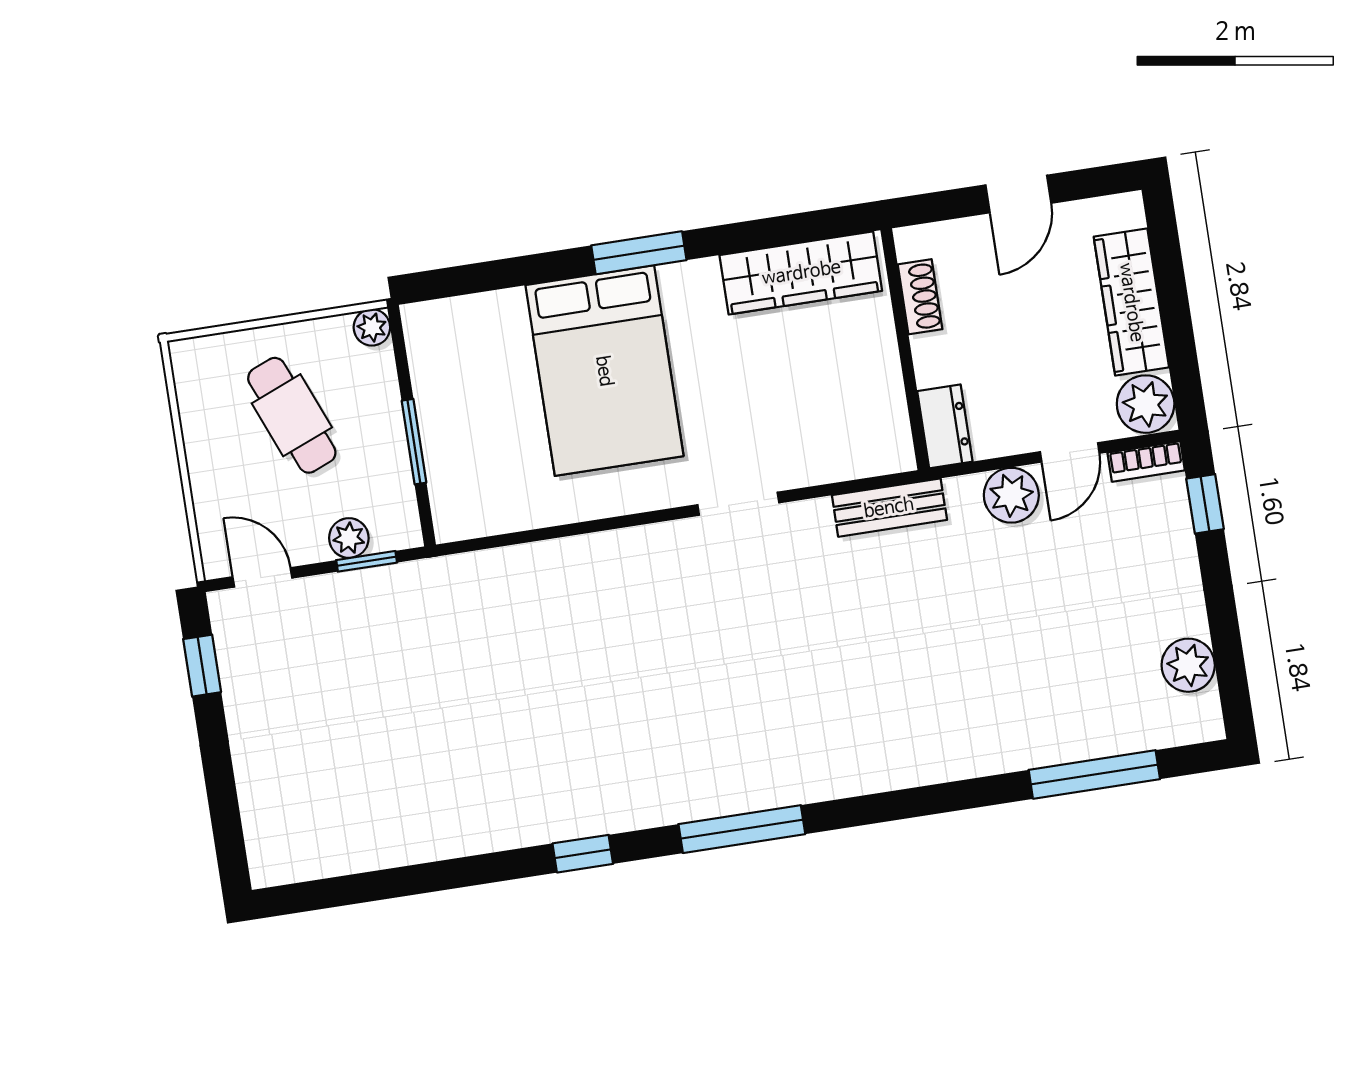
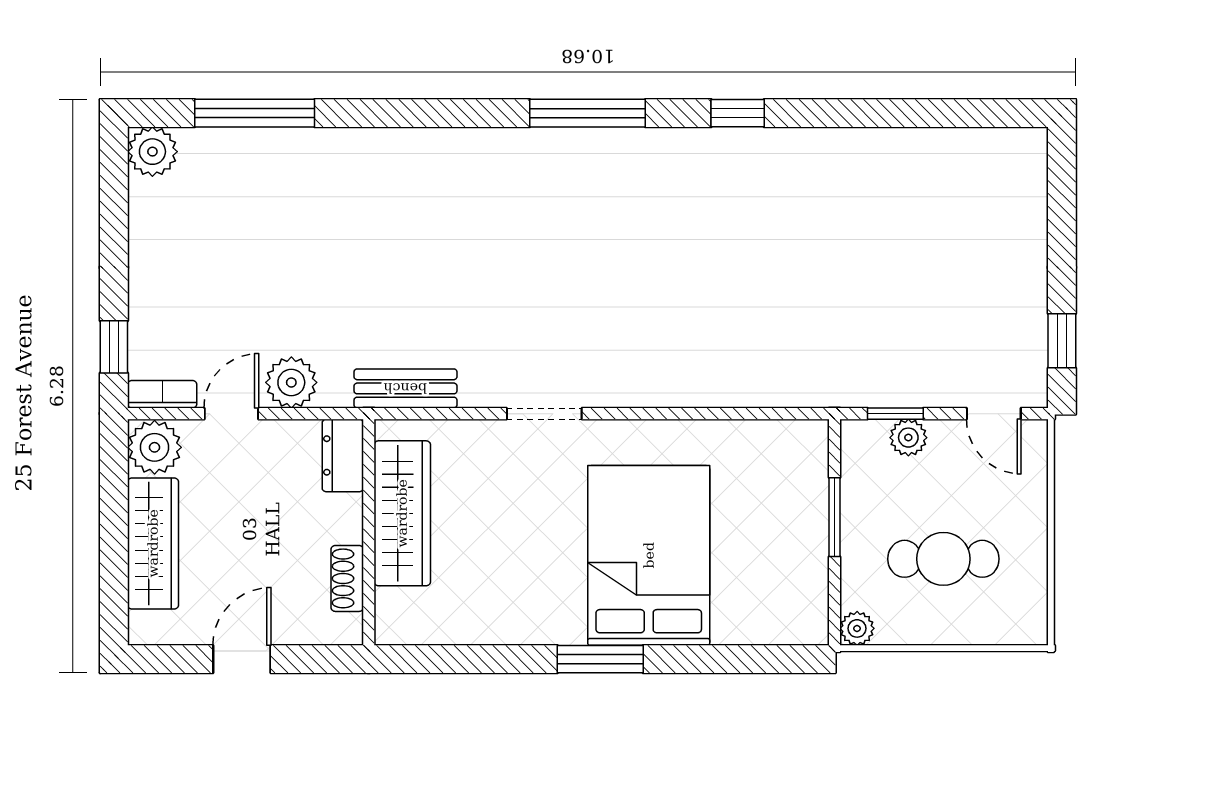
wardrobe: (801, 273) -> (402, 513), moved, turned 90
cafe table: (292, 415) -> (943, 559), turned -68
plant: (1188, 665) -> (152, 152), moved

